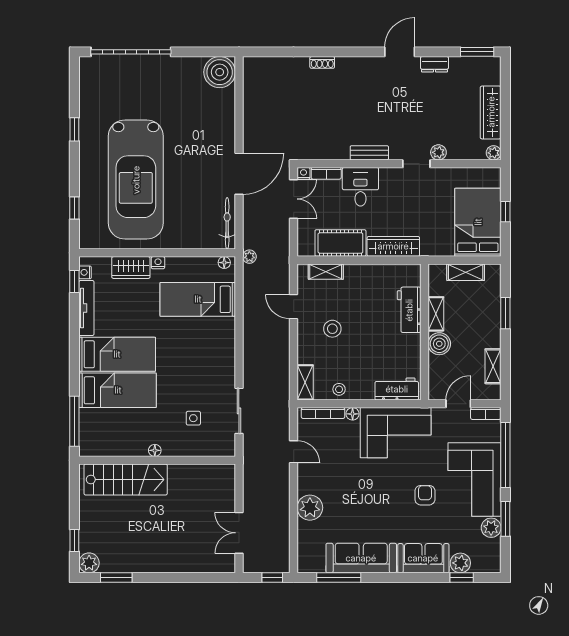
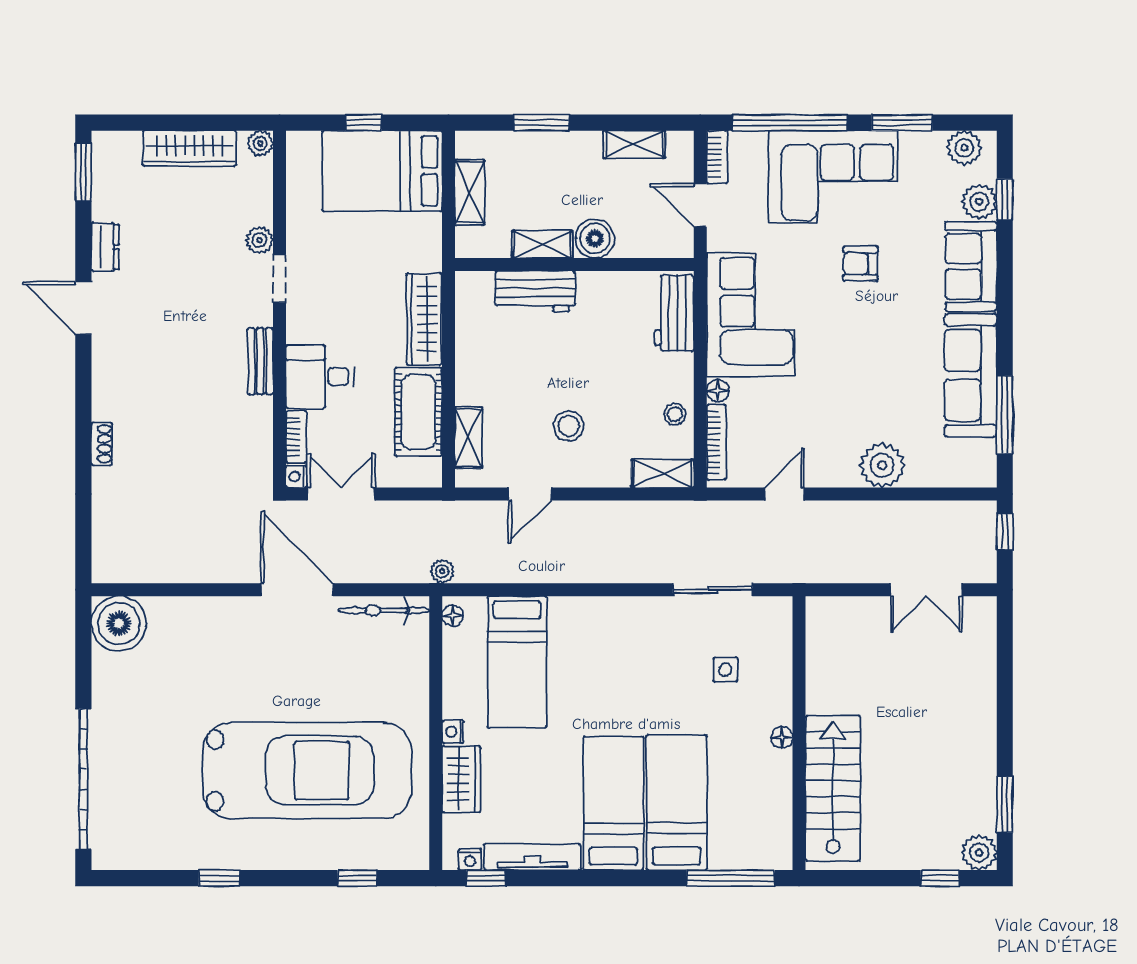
plant: (491, 528) -> (964, 148), moved

